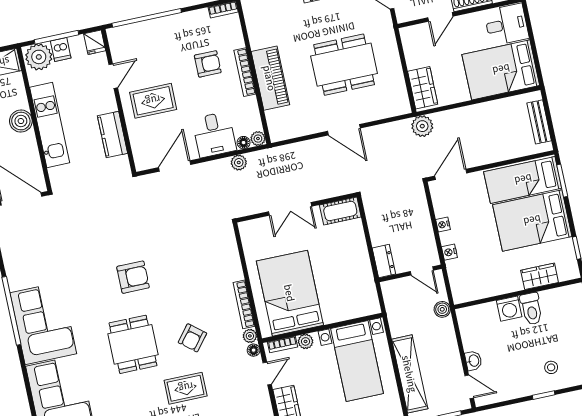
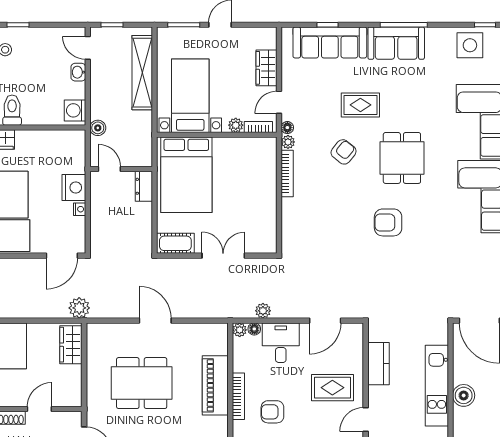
nightstand: (449, 252) -> (74, 188), width x1.89, depth x1.79
bed: (290, 293) -> (186, 175), moved
washing machine: (509, 309) -> (75, 110), moved, turned -90

